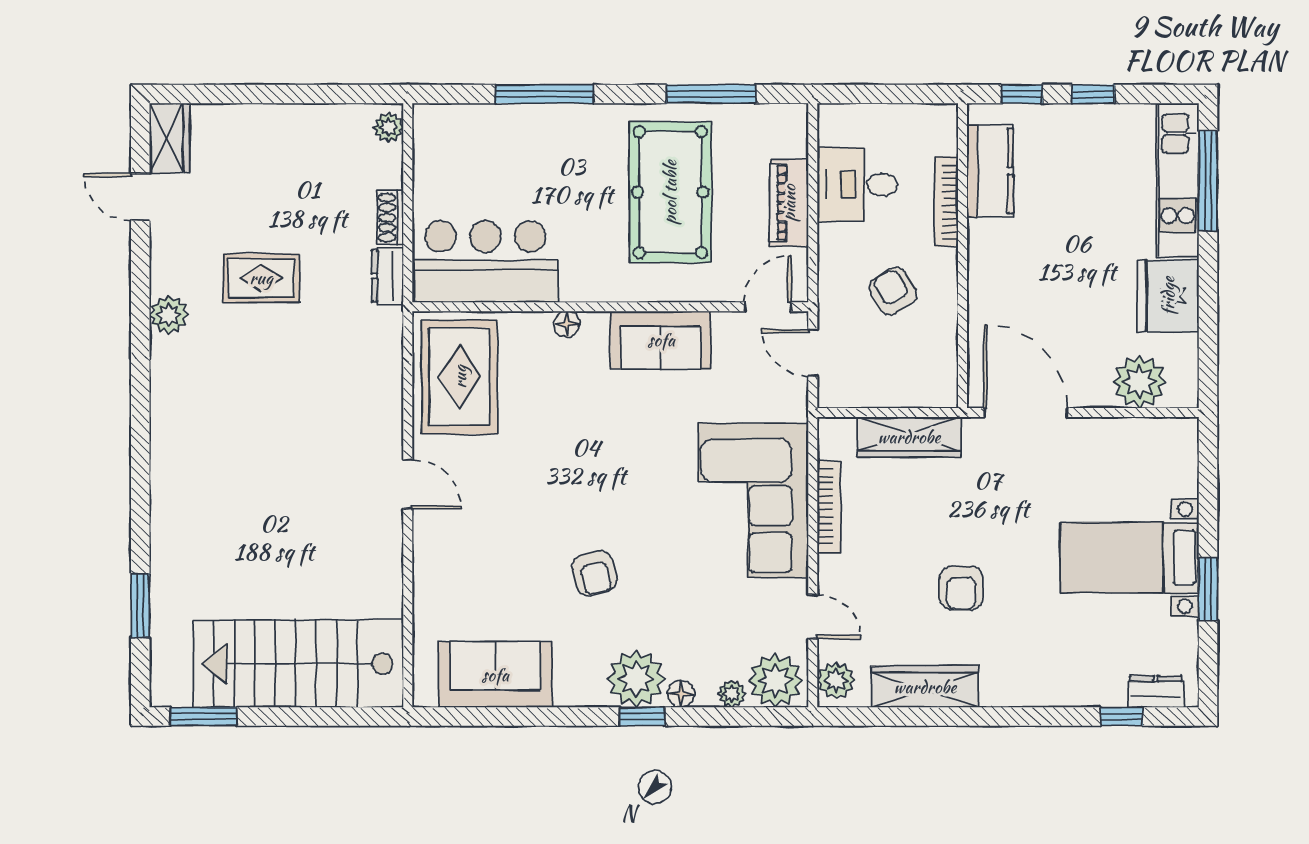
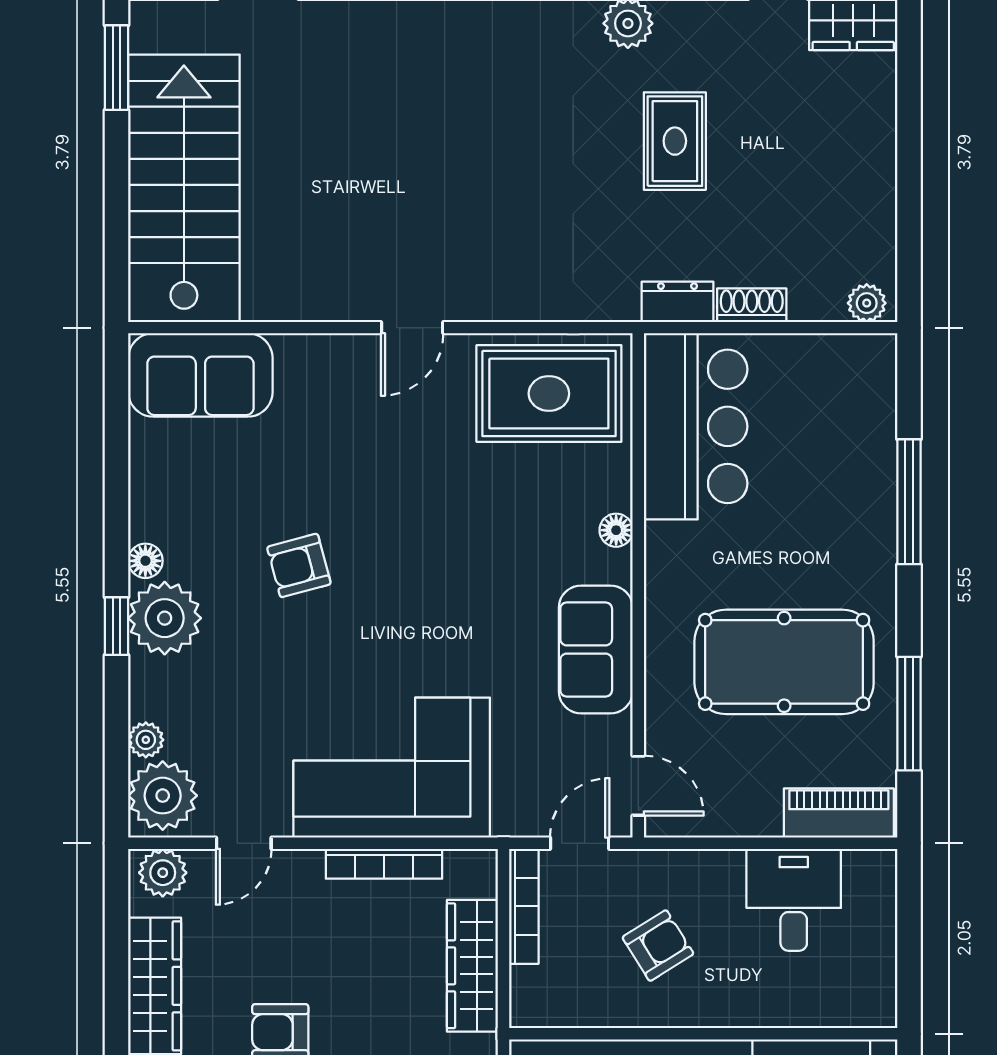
bookcase: (947, 202) -> (524, 906), moved, turned 90
piano: (789, 203) -> (839, 813), moved
sofa: (495, 675) -> (200, 375), moved, turned 90
floor lamp: (681, 694) -> (145, 561), moved

